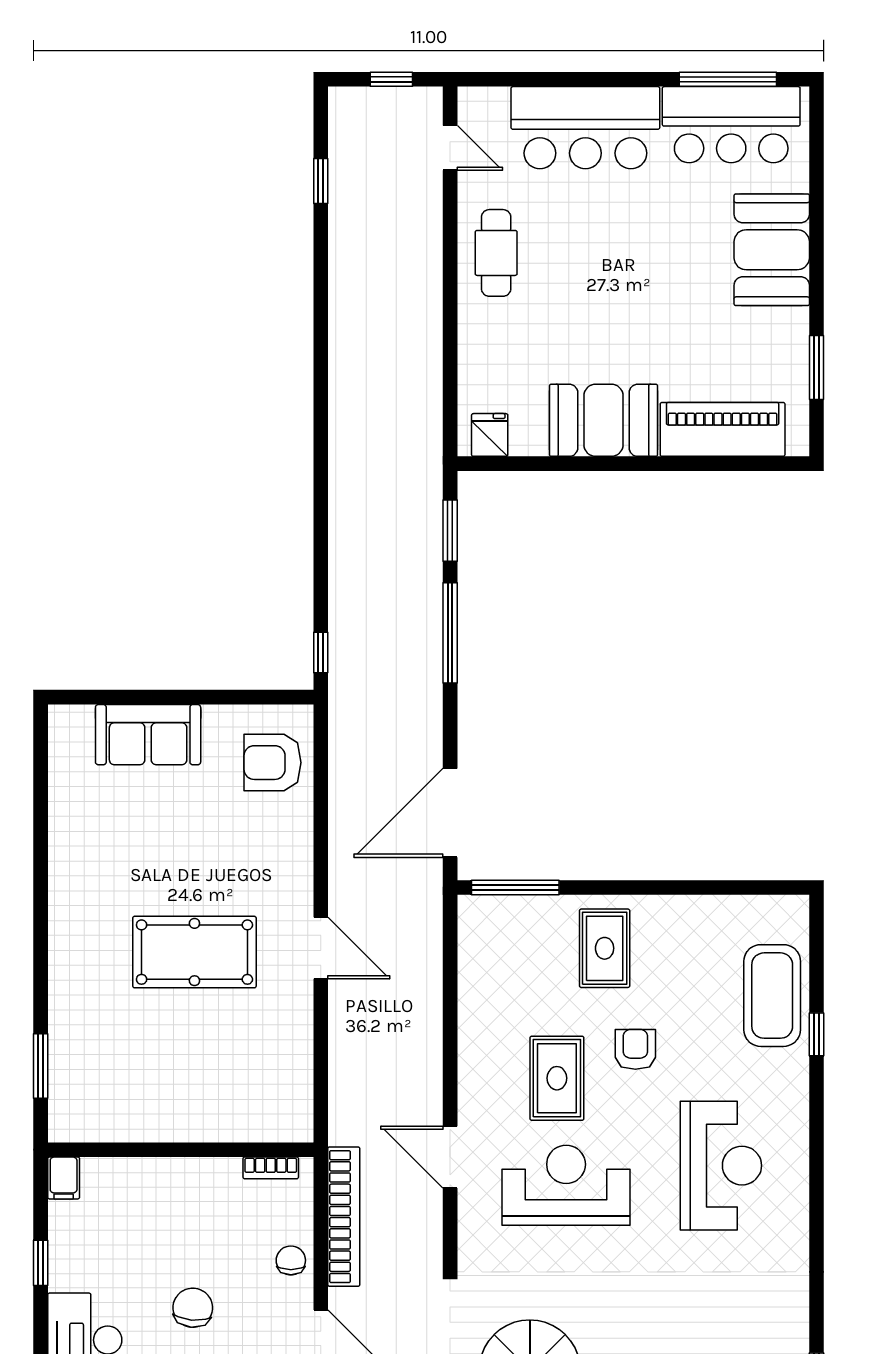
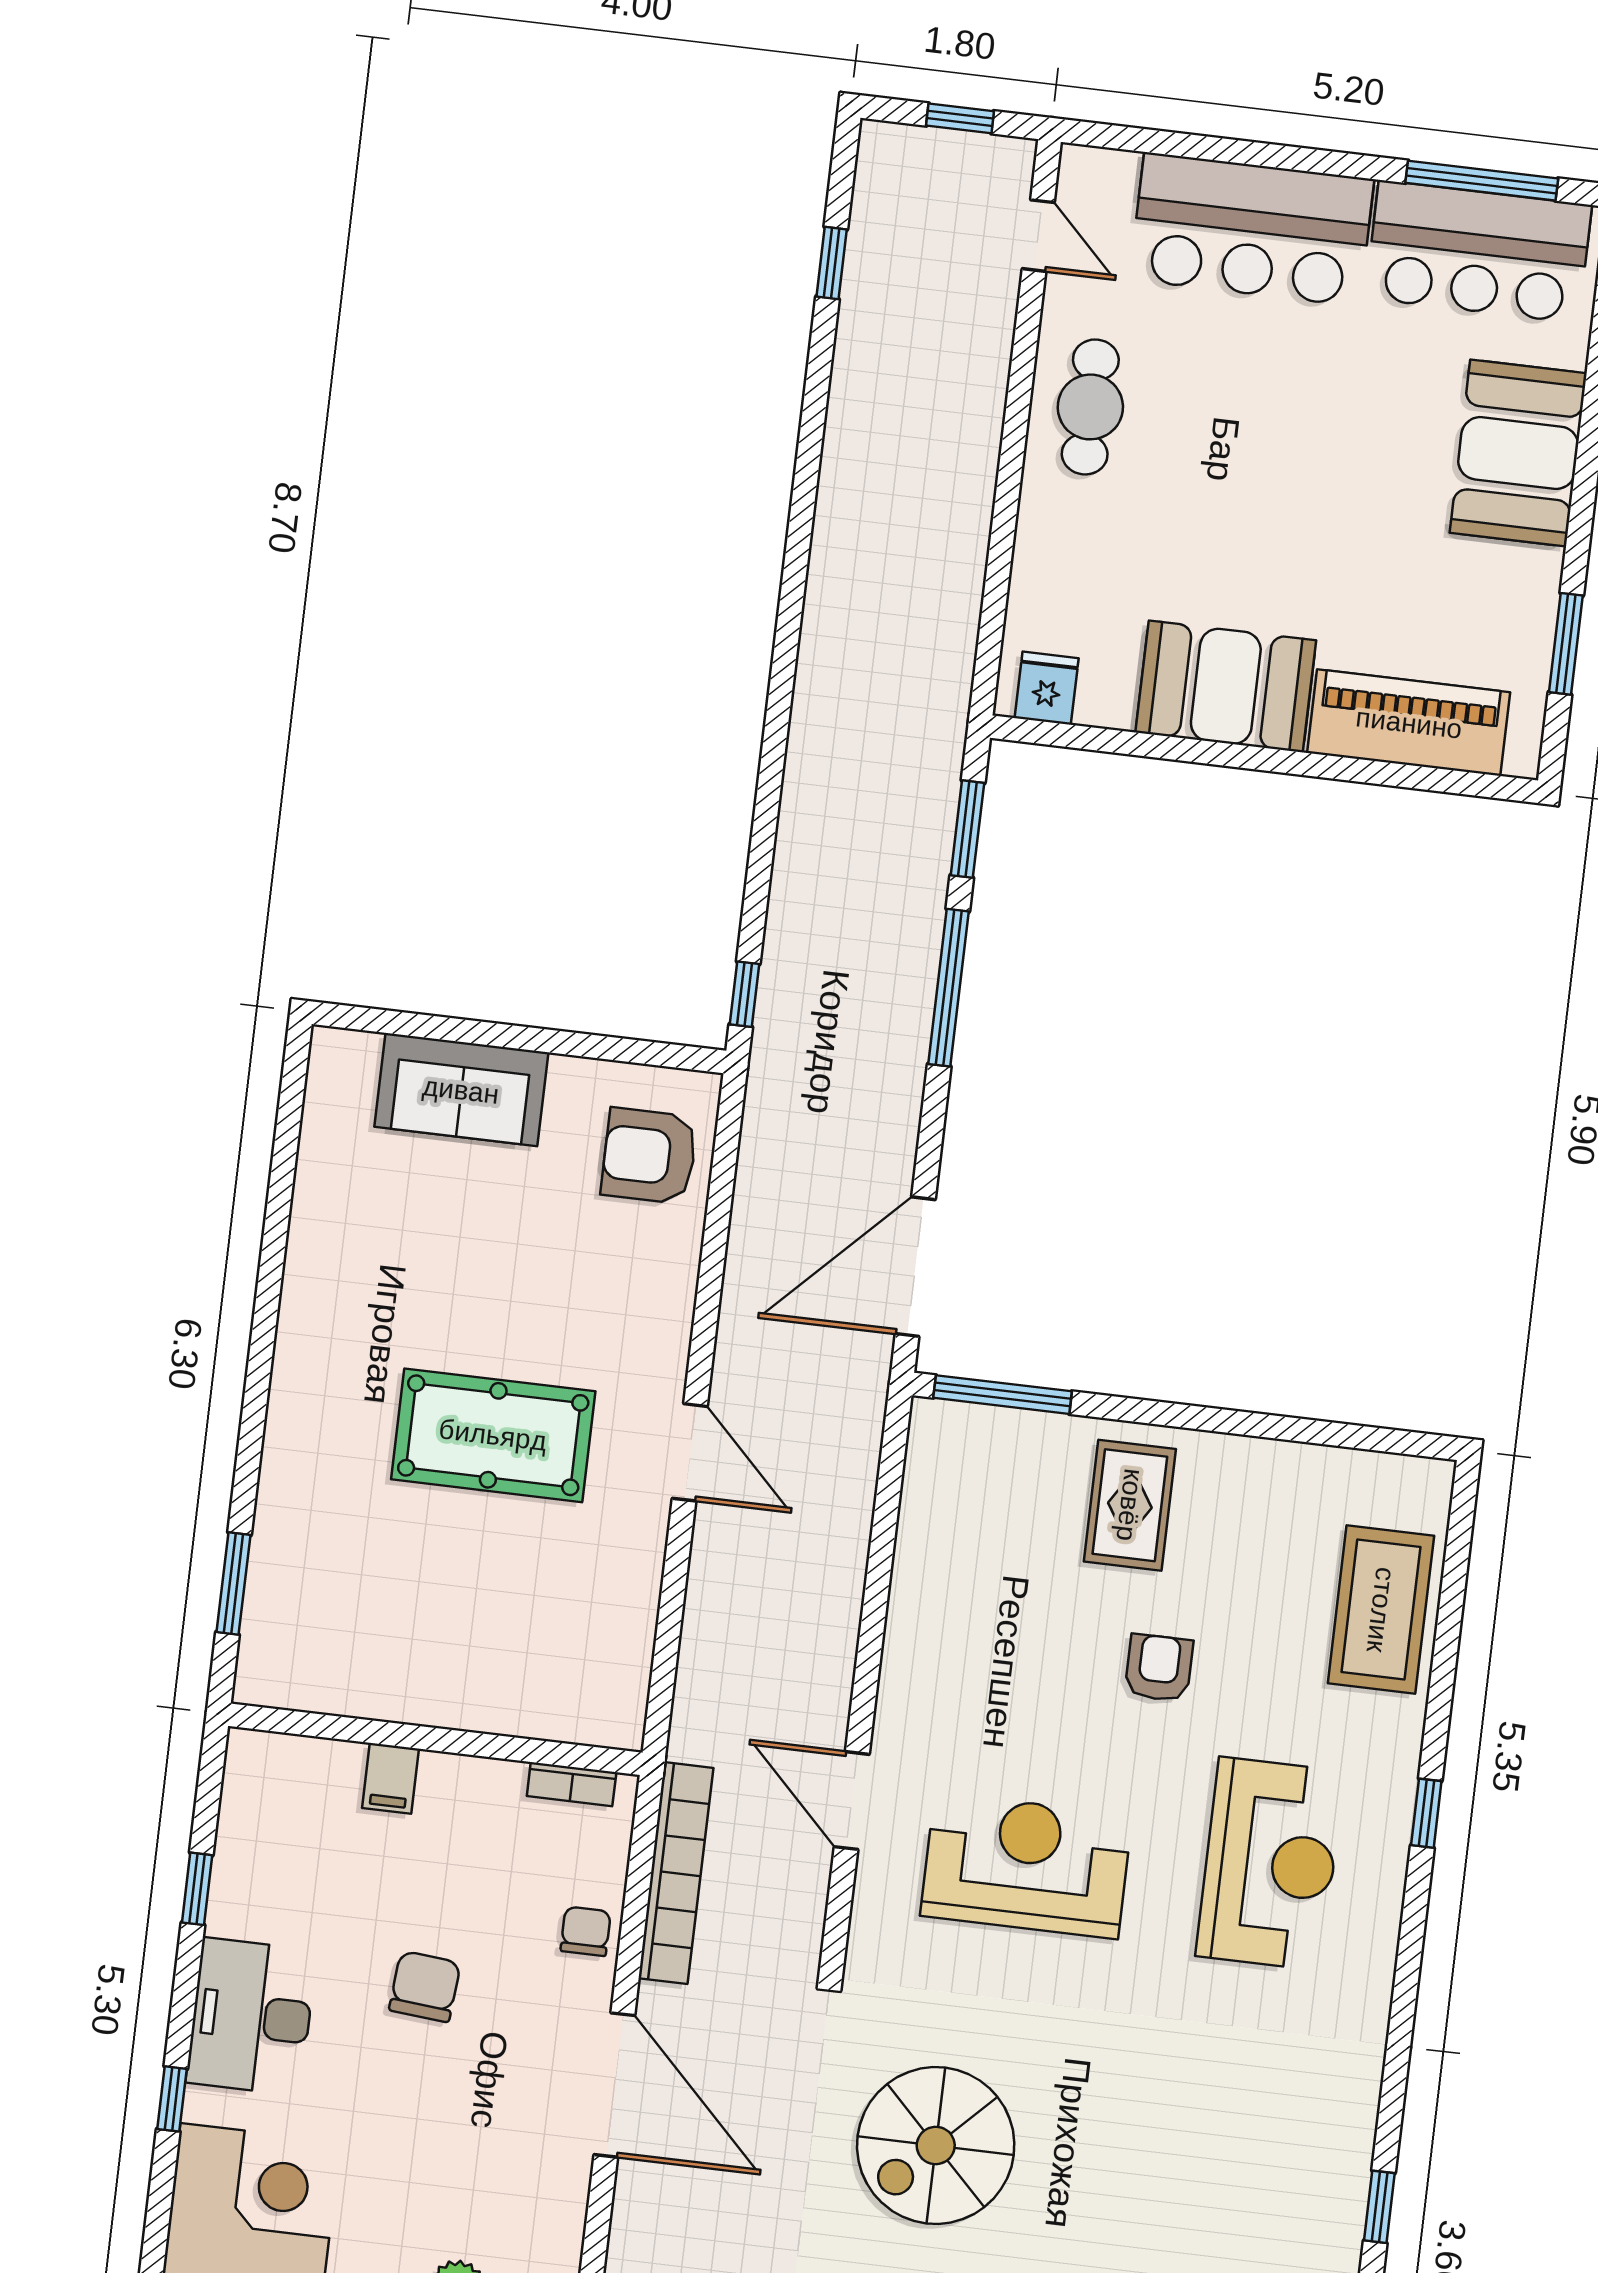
window: (816, 1034) -> (1426, 1813), moved
rug: (557, 1078) -> (1032, 1698), removed
filing cabinet: (64, 1178) -> (390, 1778), moved

